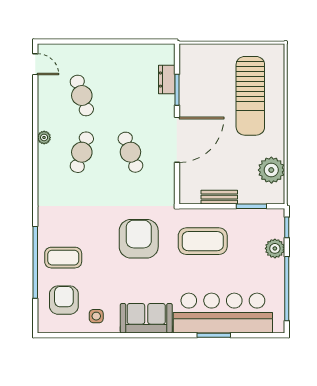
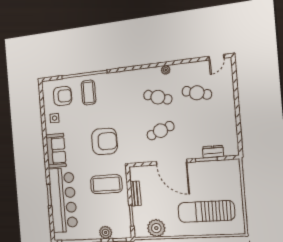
cafe table: (82, 95) -> (197, 93), turned 33
coffee table: (203, 241) -> (106, 184), turned 90

